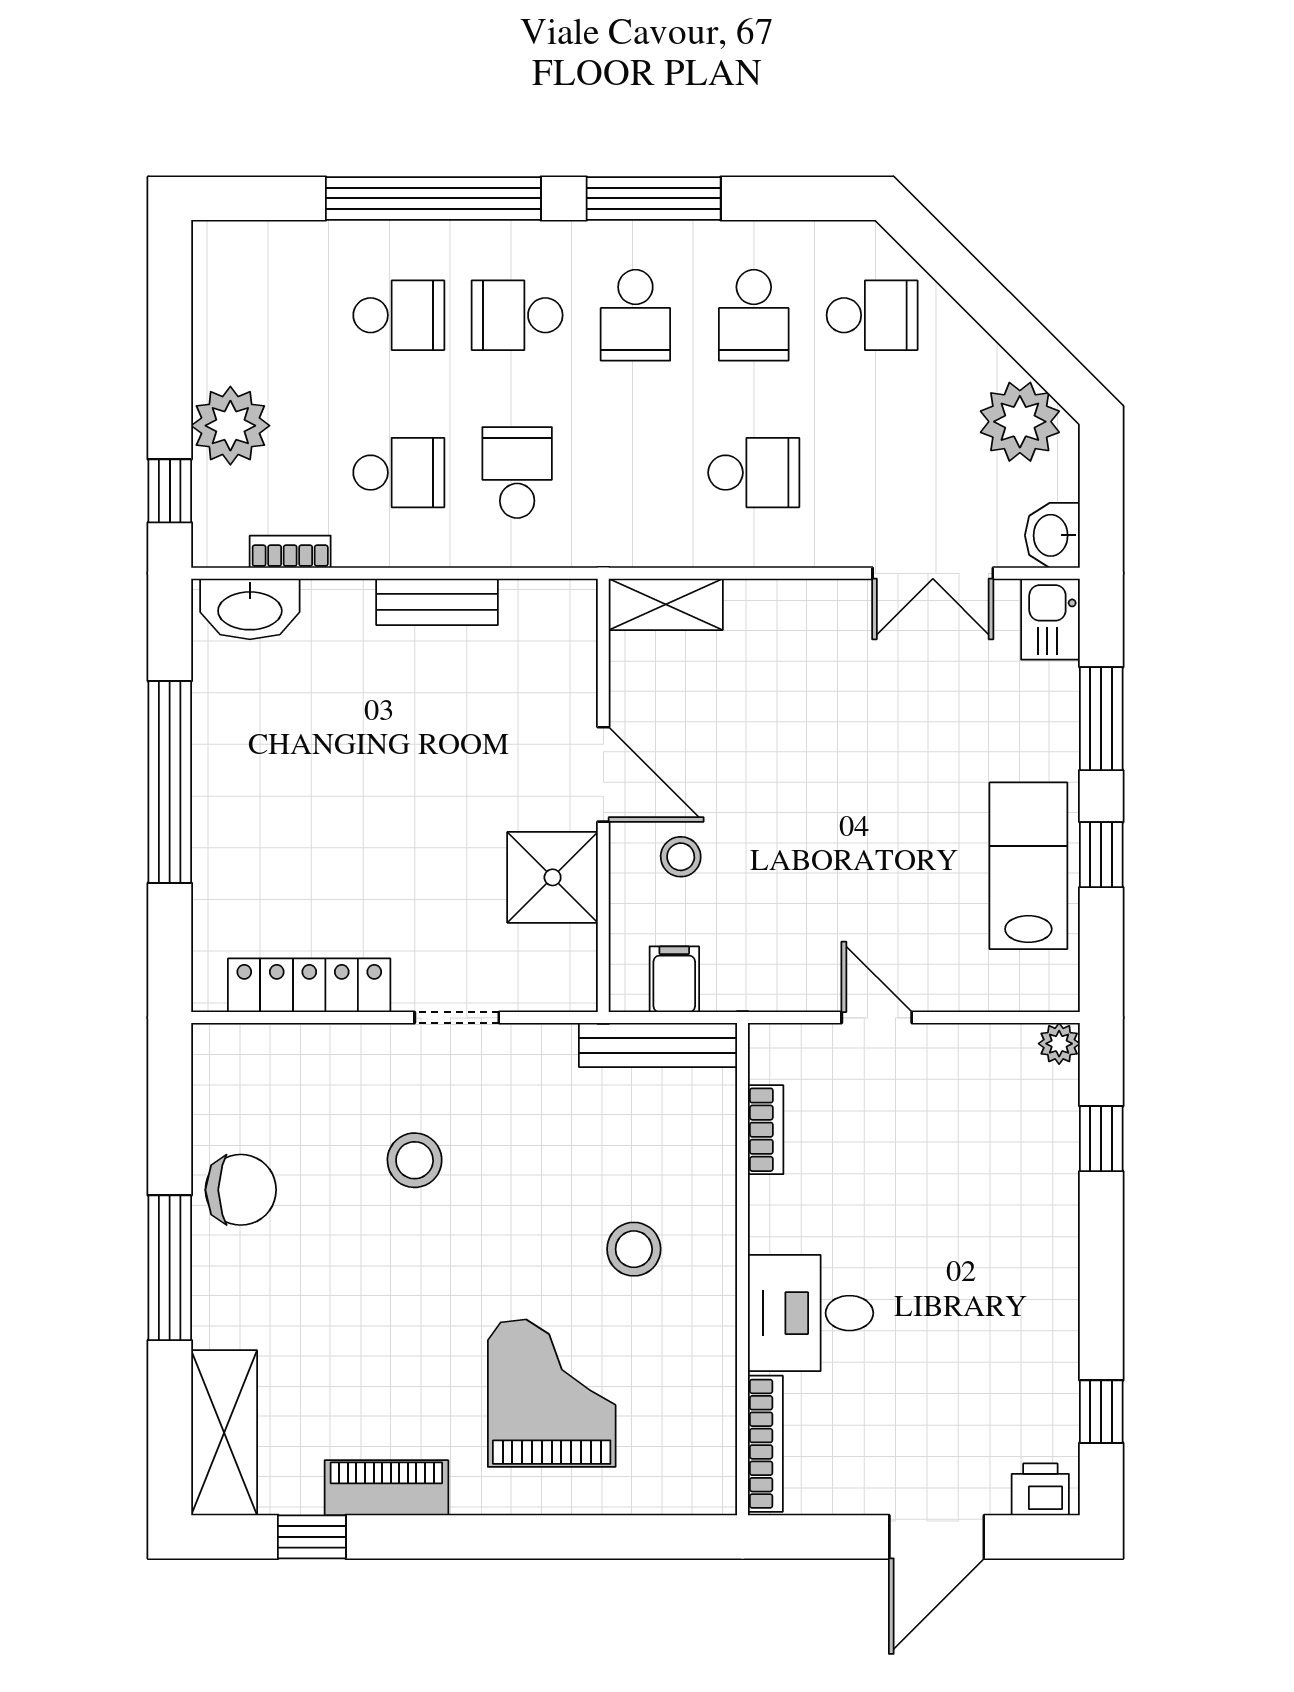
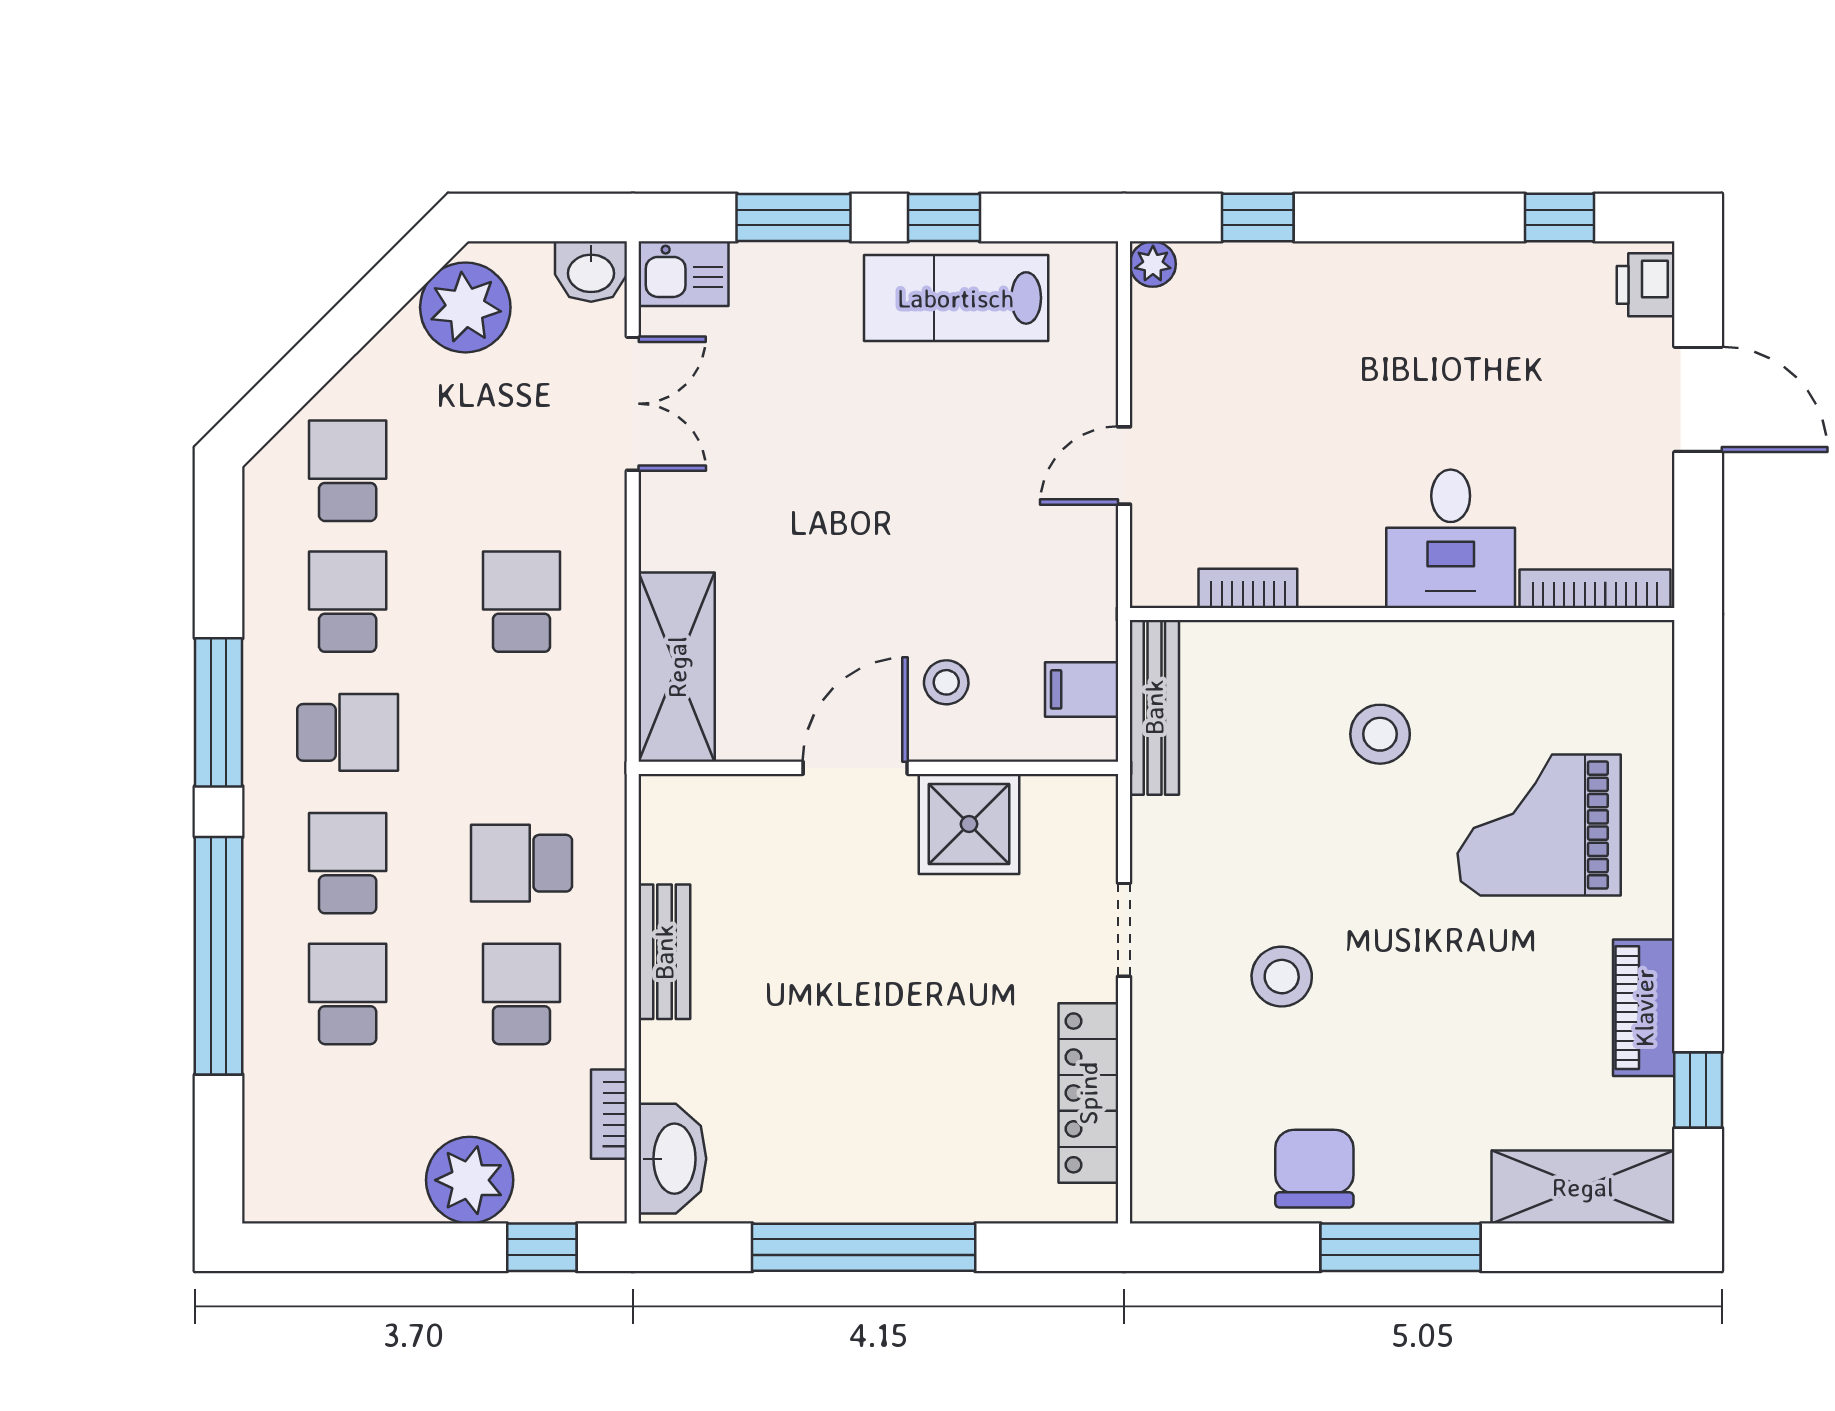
school desk: (517, 315) -> (348, 863), turned 180
school desk: (754, 315) -> (348, 602), turned -90
shelving: (666, 604) -> (677, 667), width x1.50, depth x1.33

